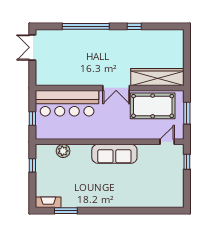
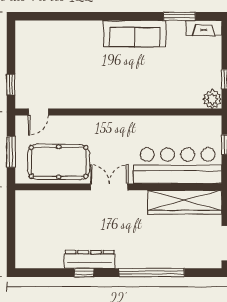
dresser: (130, 36) -> (90, 259), added
wardrobe: (157, 77) -> (185, 202), moved
plant: (63, 151) -> (212, 99), moved
sofa: (114, 154) -> (135, 34), moved, turned 180

